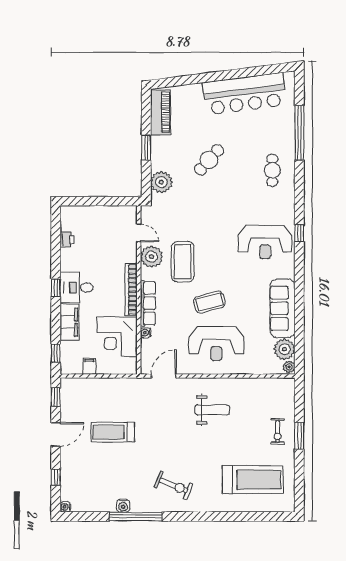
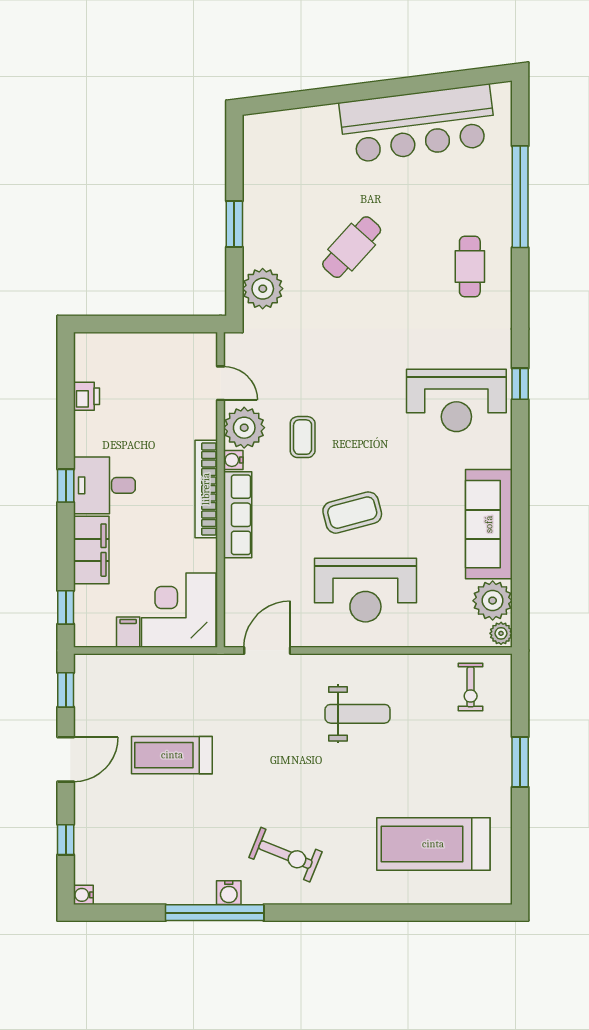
piano: (160, 112) -> (261, 159), removed
coffee table: (183, 262) -> (303, 437), width x0.54, depth x0.58
water cooler: (146, 333) -> (233, 460), moved
corner desk: (117, 337) -> (179, 610), moved, turned 90
exercise bike: (278, 431) -> (471, 687), moved
treadmill: (253, 480) -> (433, 844), turned 180
water cooler: (123, 506) -> (229, 893), moved

